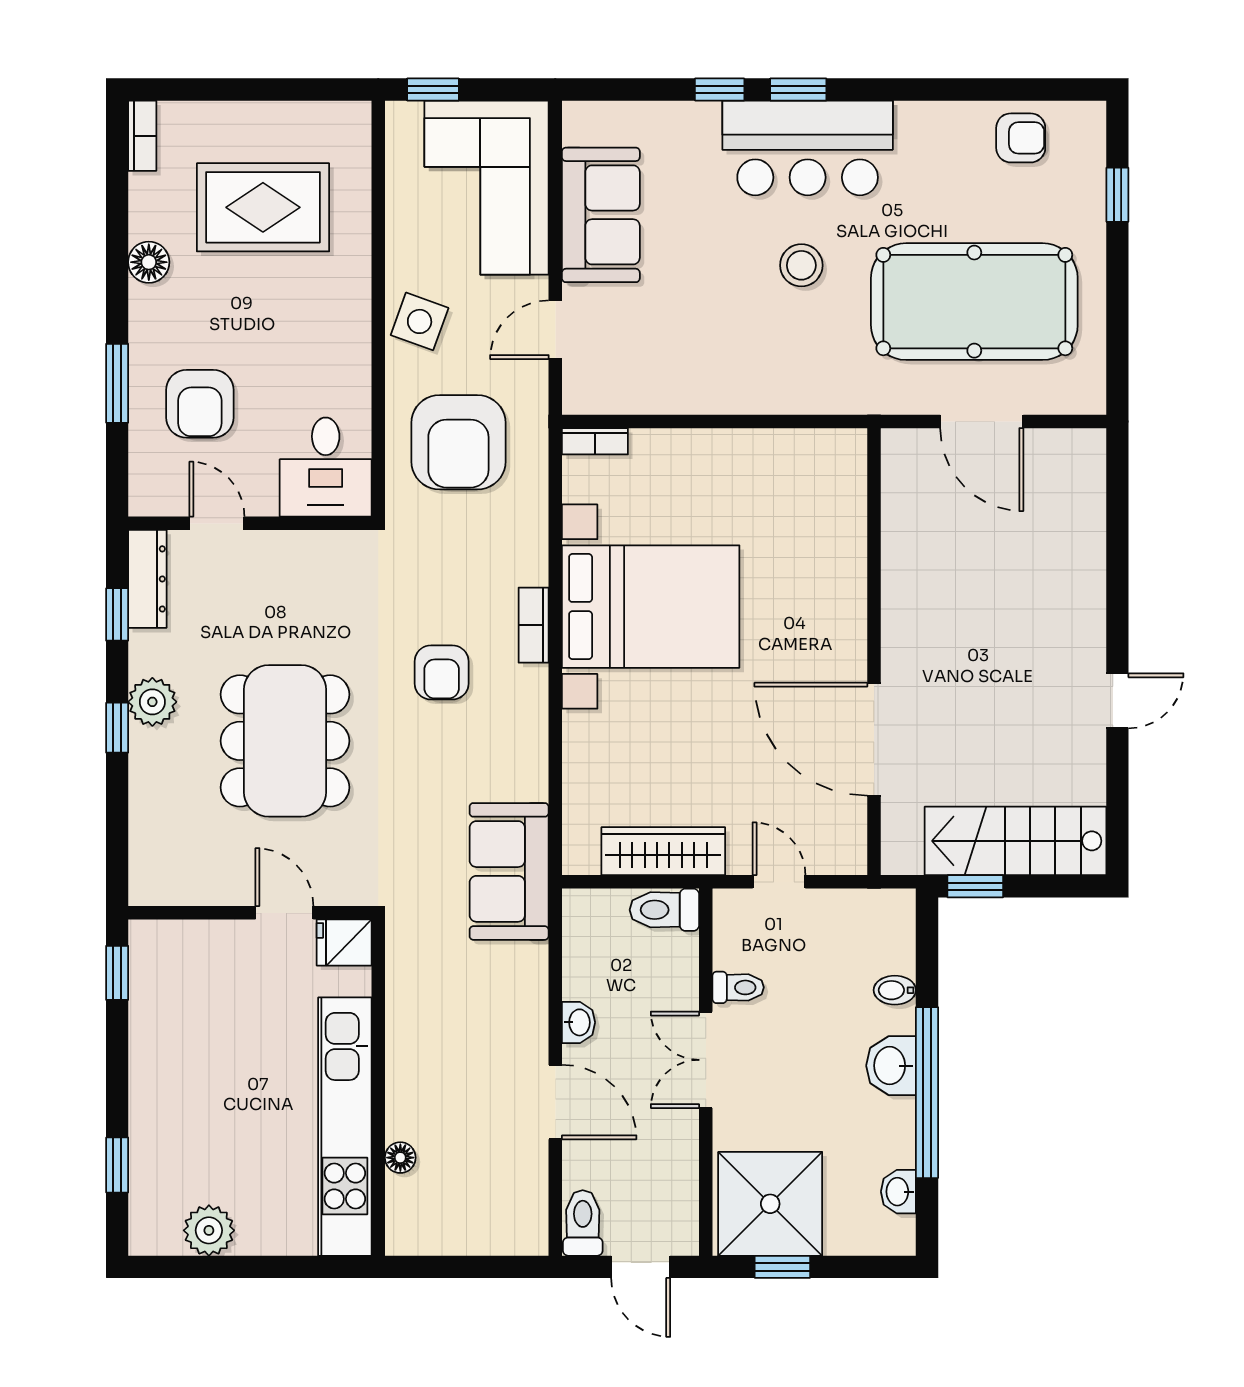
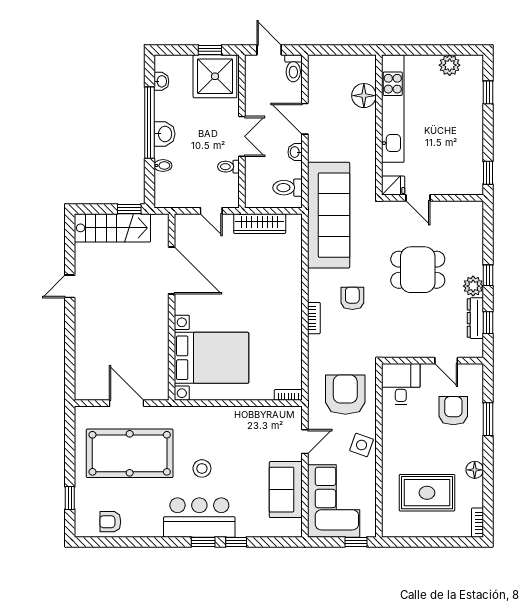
dresser: (147, 579) -> (475, 318), moved
bed with nightstands: (651, 607) -> (211, 358), moved, turned 180
dining table: (285, 741) -> (418, 270), width x0.73
sofa: (509, 871) -> (329, 215), width x1.85, depth x1.27
toilet: (664, 910) -> (287, 188), moved, turned 180
floor lamp: (400, 1158) -> (364, 96), width x1.89, depth x1.89

